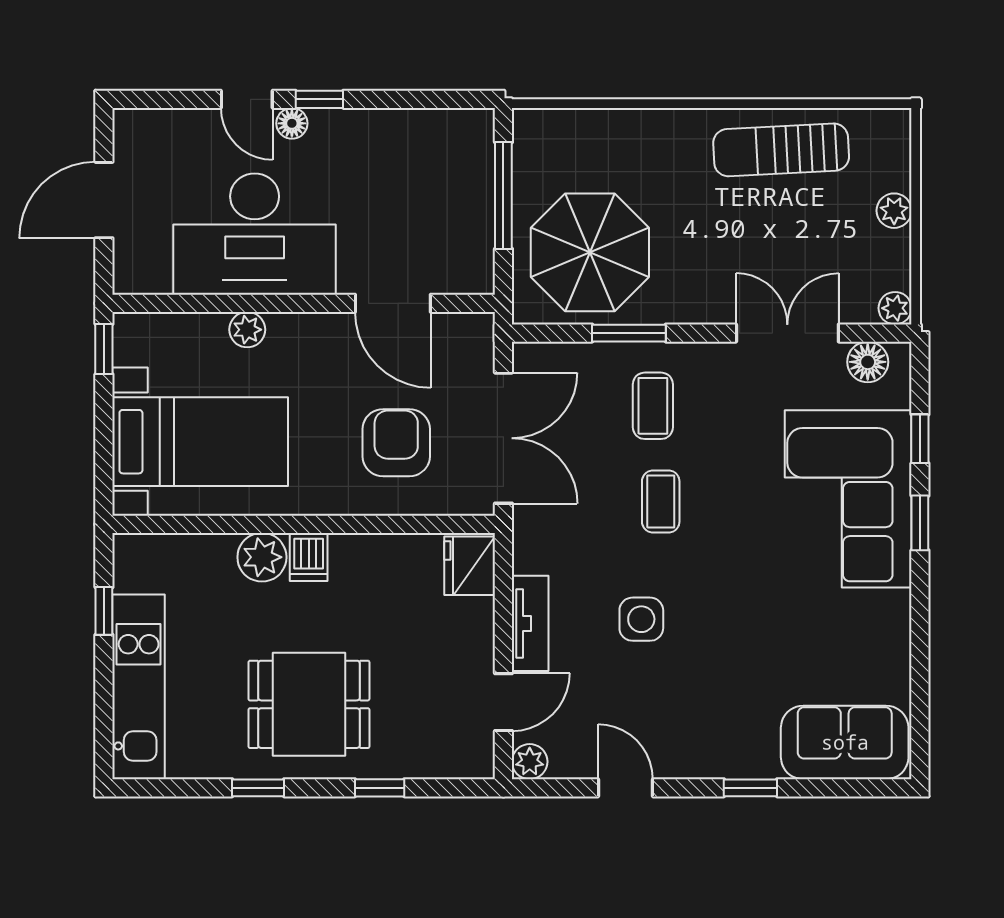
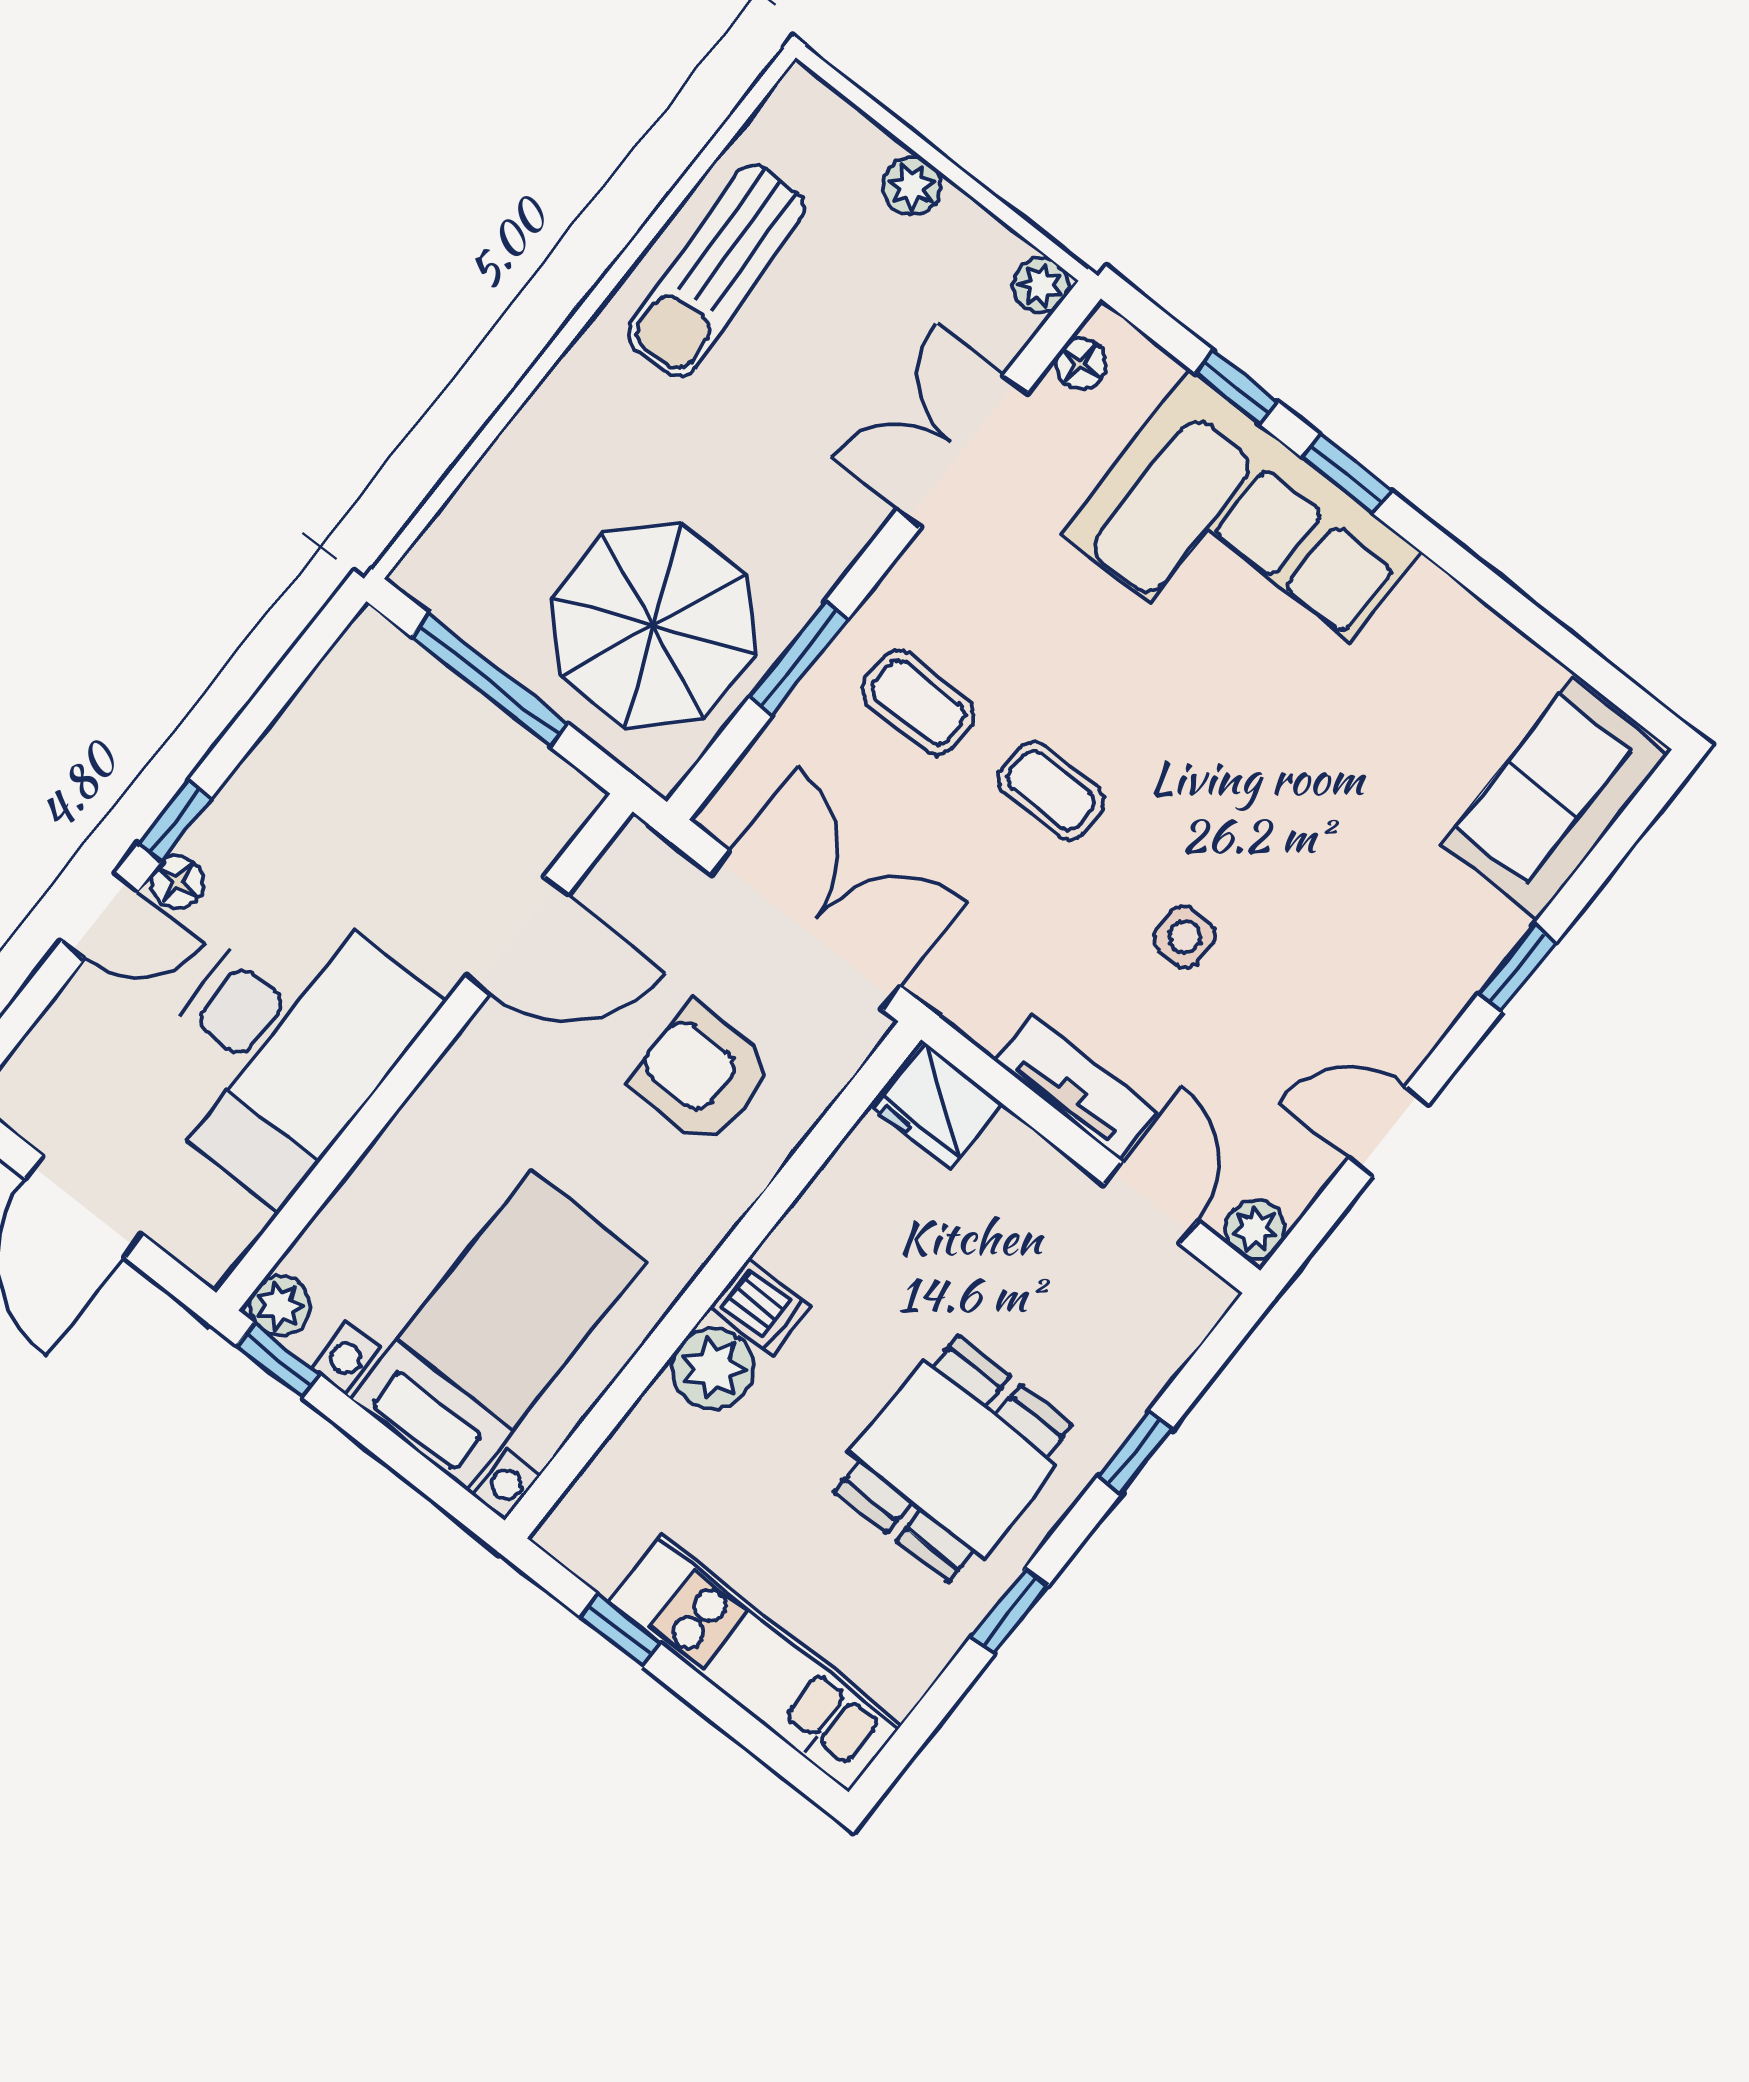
plant: (247, 330) -> (280, 1306), moved
floor lamp: (868, 362) -> (1081, 363), width x0.73, depth x0.73
side table: (641, 619) -> (1185, 937), width x0.73, depth x0.73

